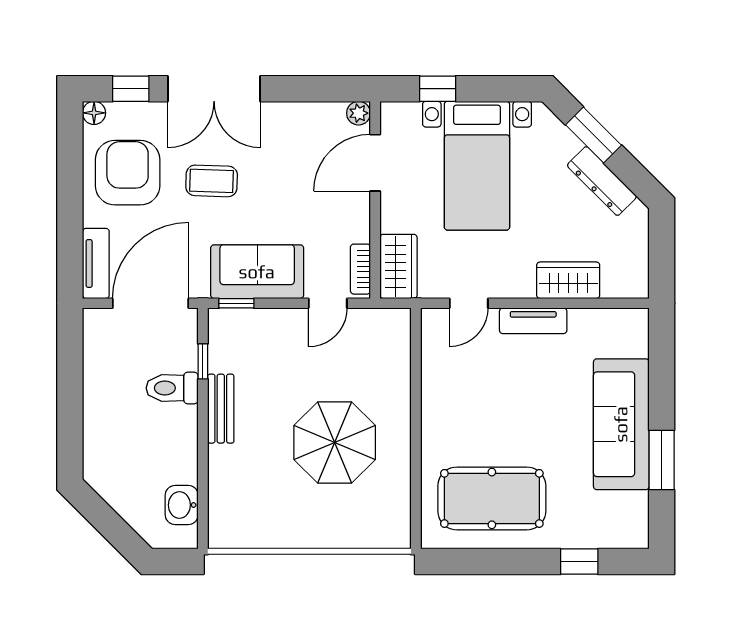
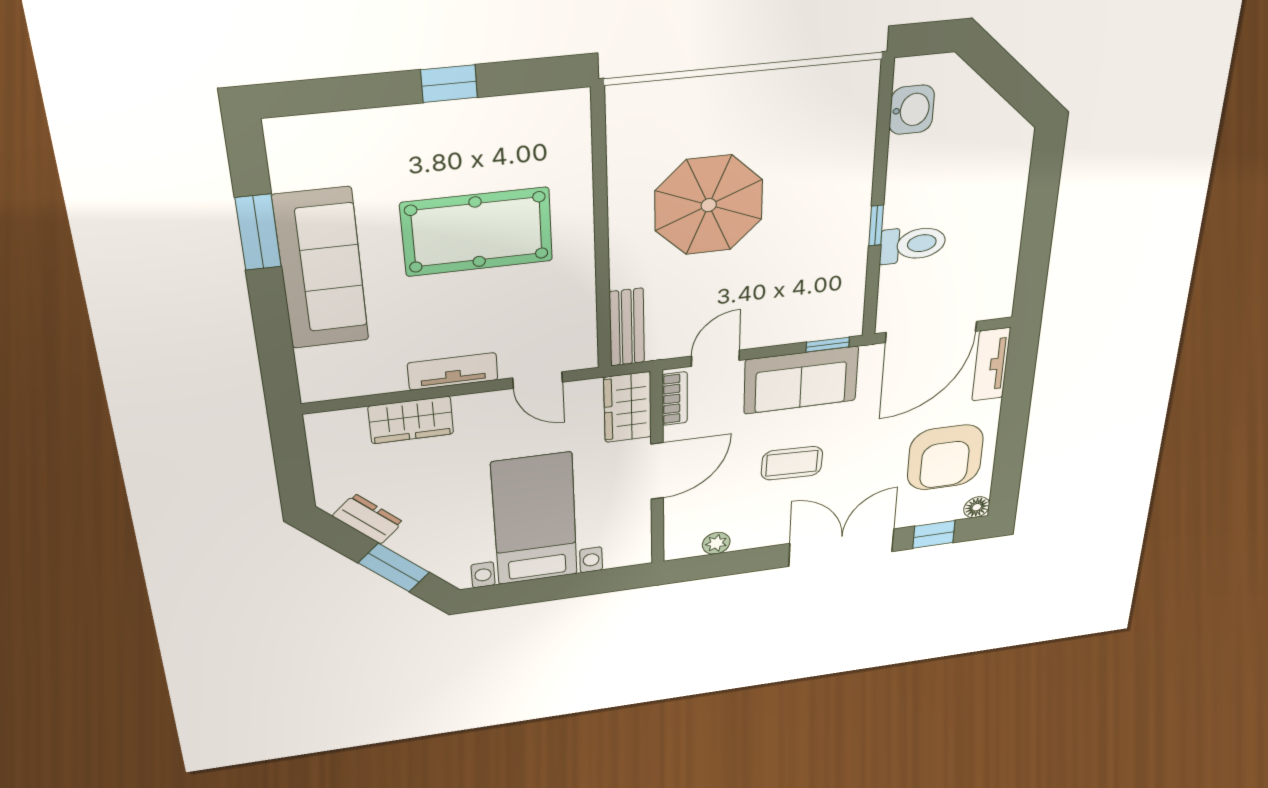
window: (438, 89) -> (585, 584), removed
plant: (359, 113) -> (716, 543), moved
door: (375, 163) -> (657, 471), moved
coffee table: (212, 181) -> (792, 463), moved
dresser: (602, 181) -> (368, 519), width x0.70
door: (469, 303) -> (538, 380), swing flipped
window: (203, 361) -> (876, 226), moved
bench: (221, 409) -> (627, 327), moved
pool table: (492, 498) -> (477, 232), moved
window: (579, 562) -> (449, 84), moved

